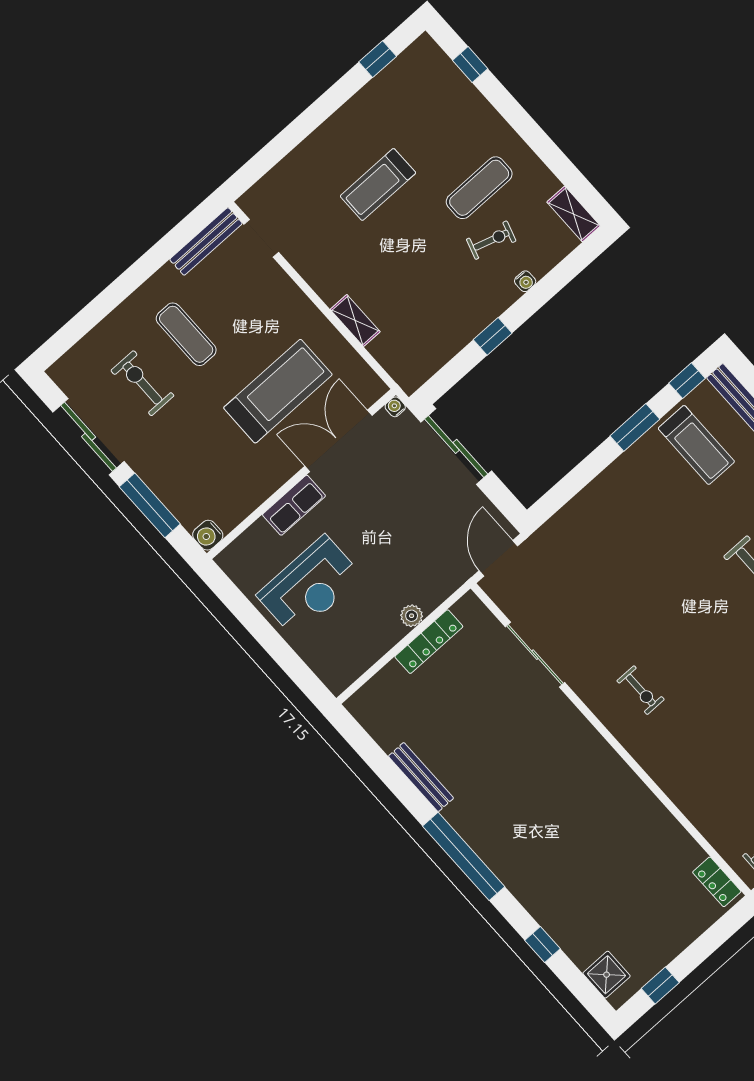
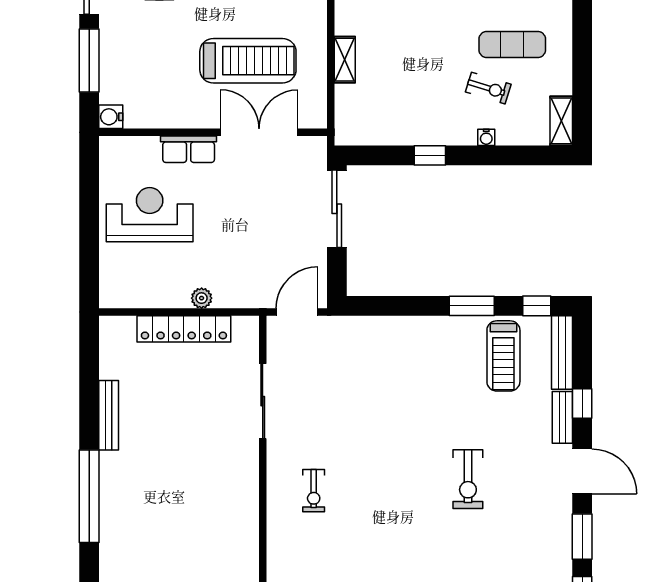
water cooler: (395, 407) -> (319, 144), removed
reception desk: (310, 586) -> (150, 215), turned 180
locker: (429, 642) -> (184, 329), width x1.41, depth x1.21

